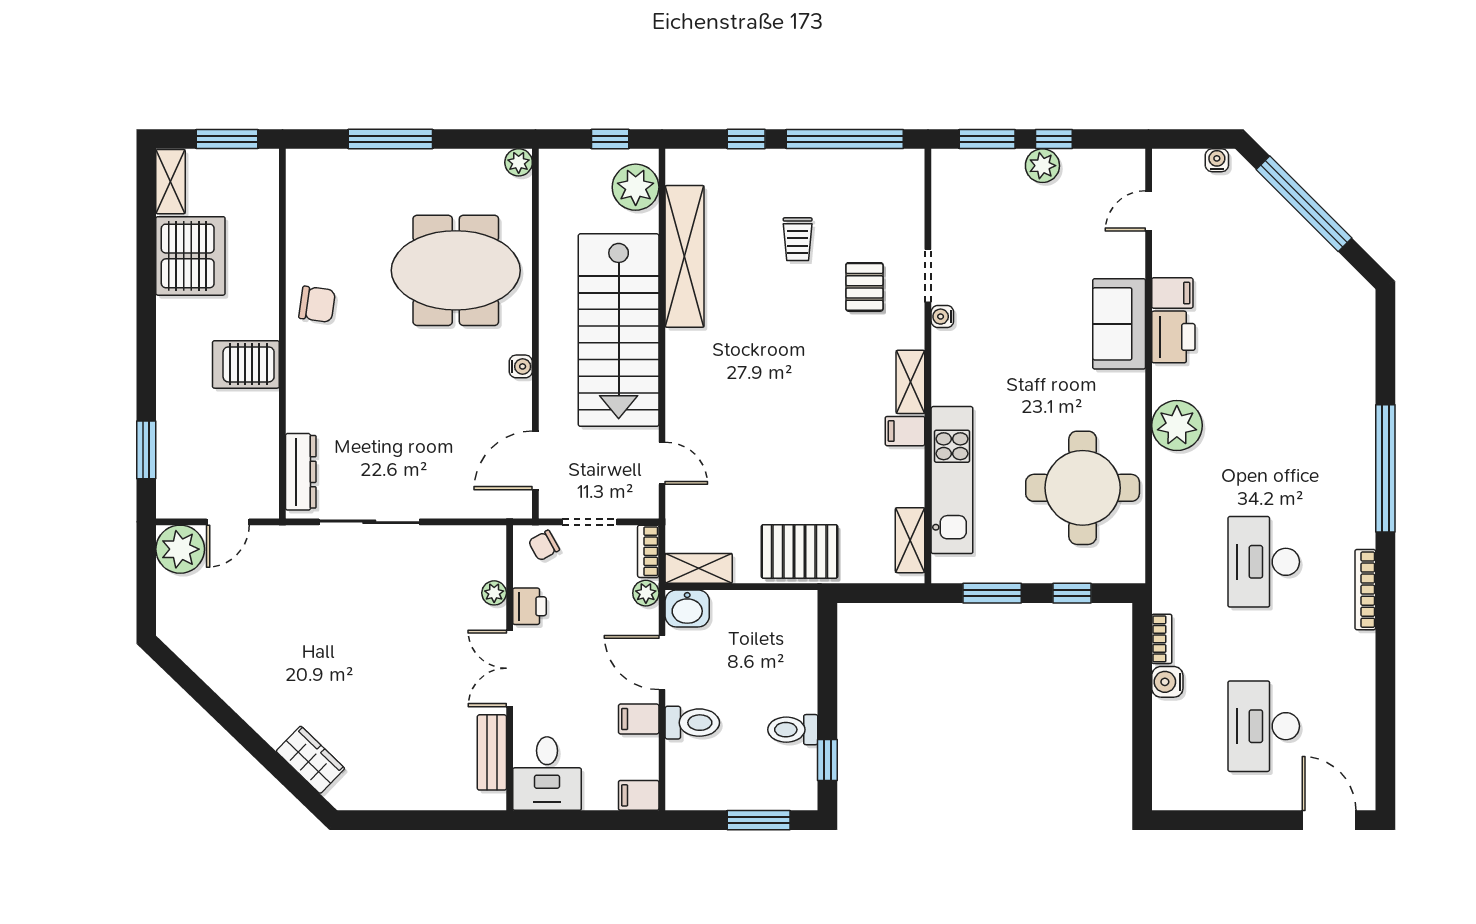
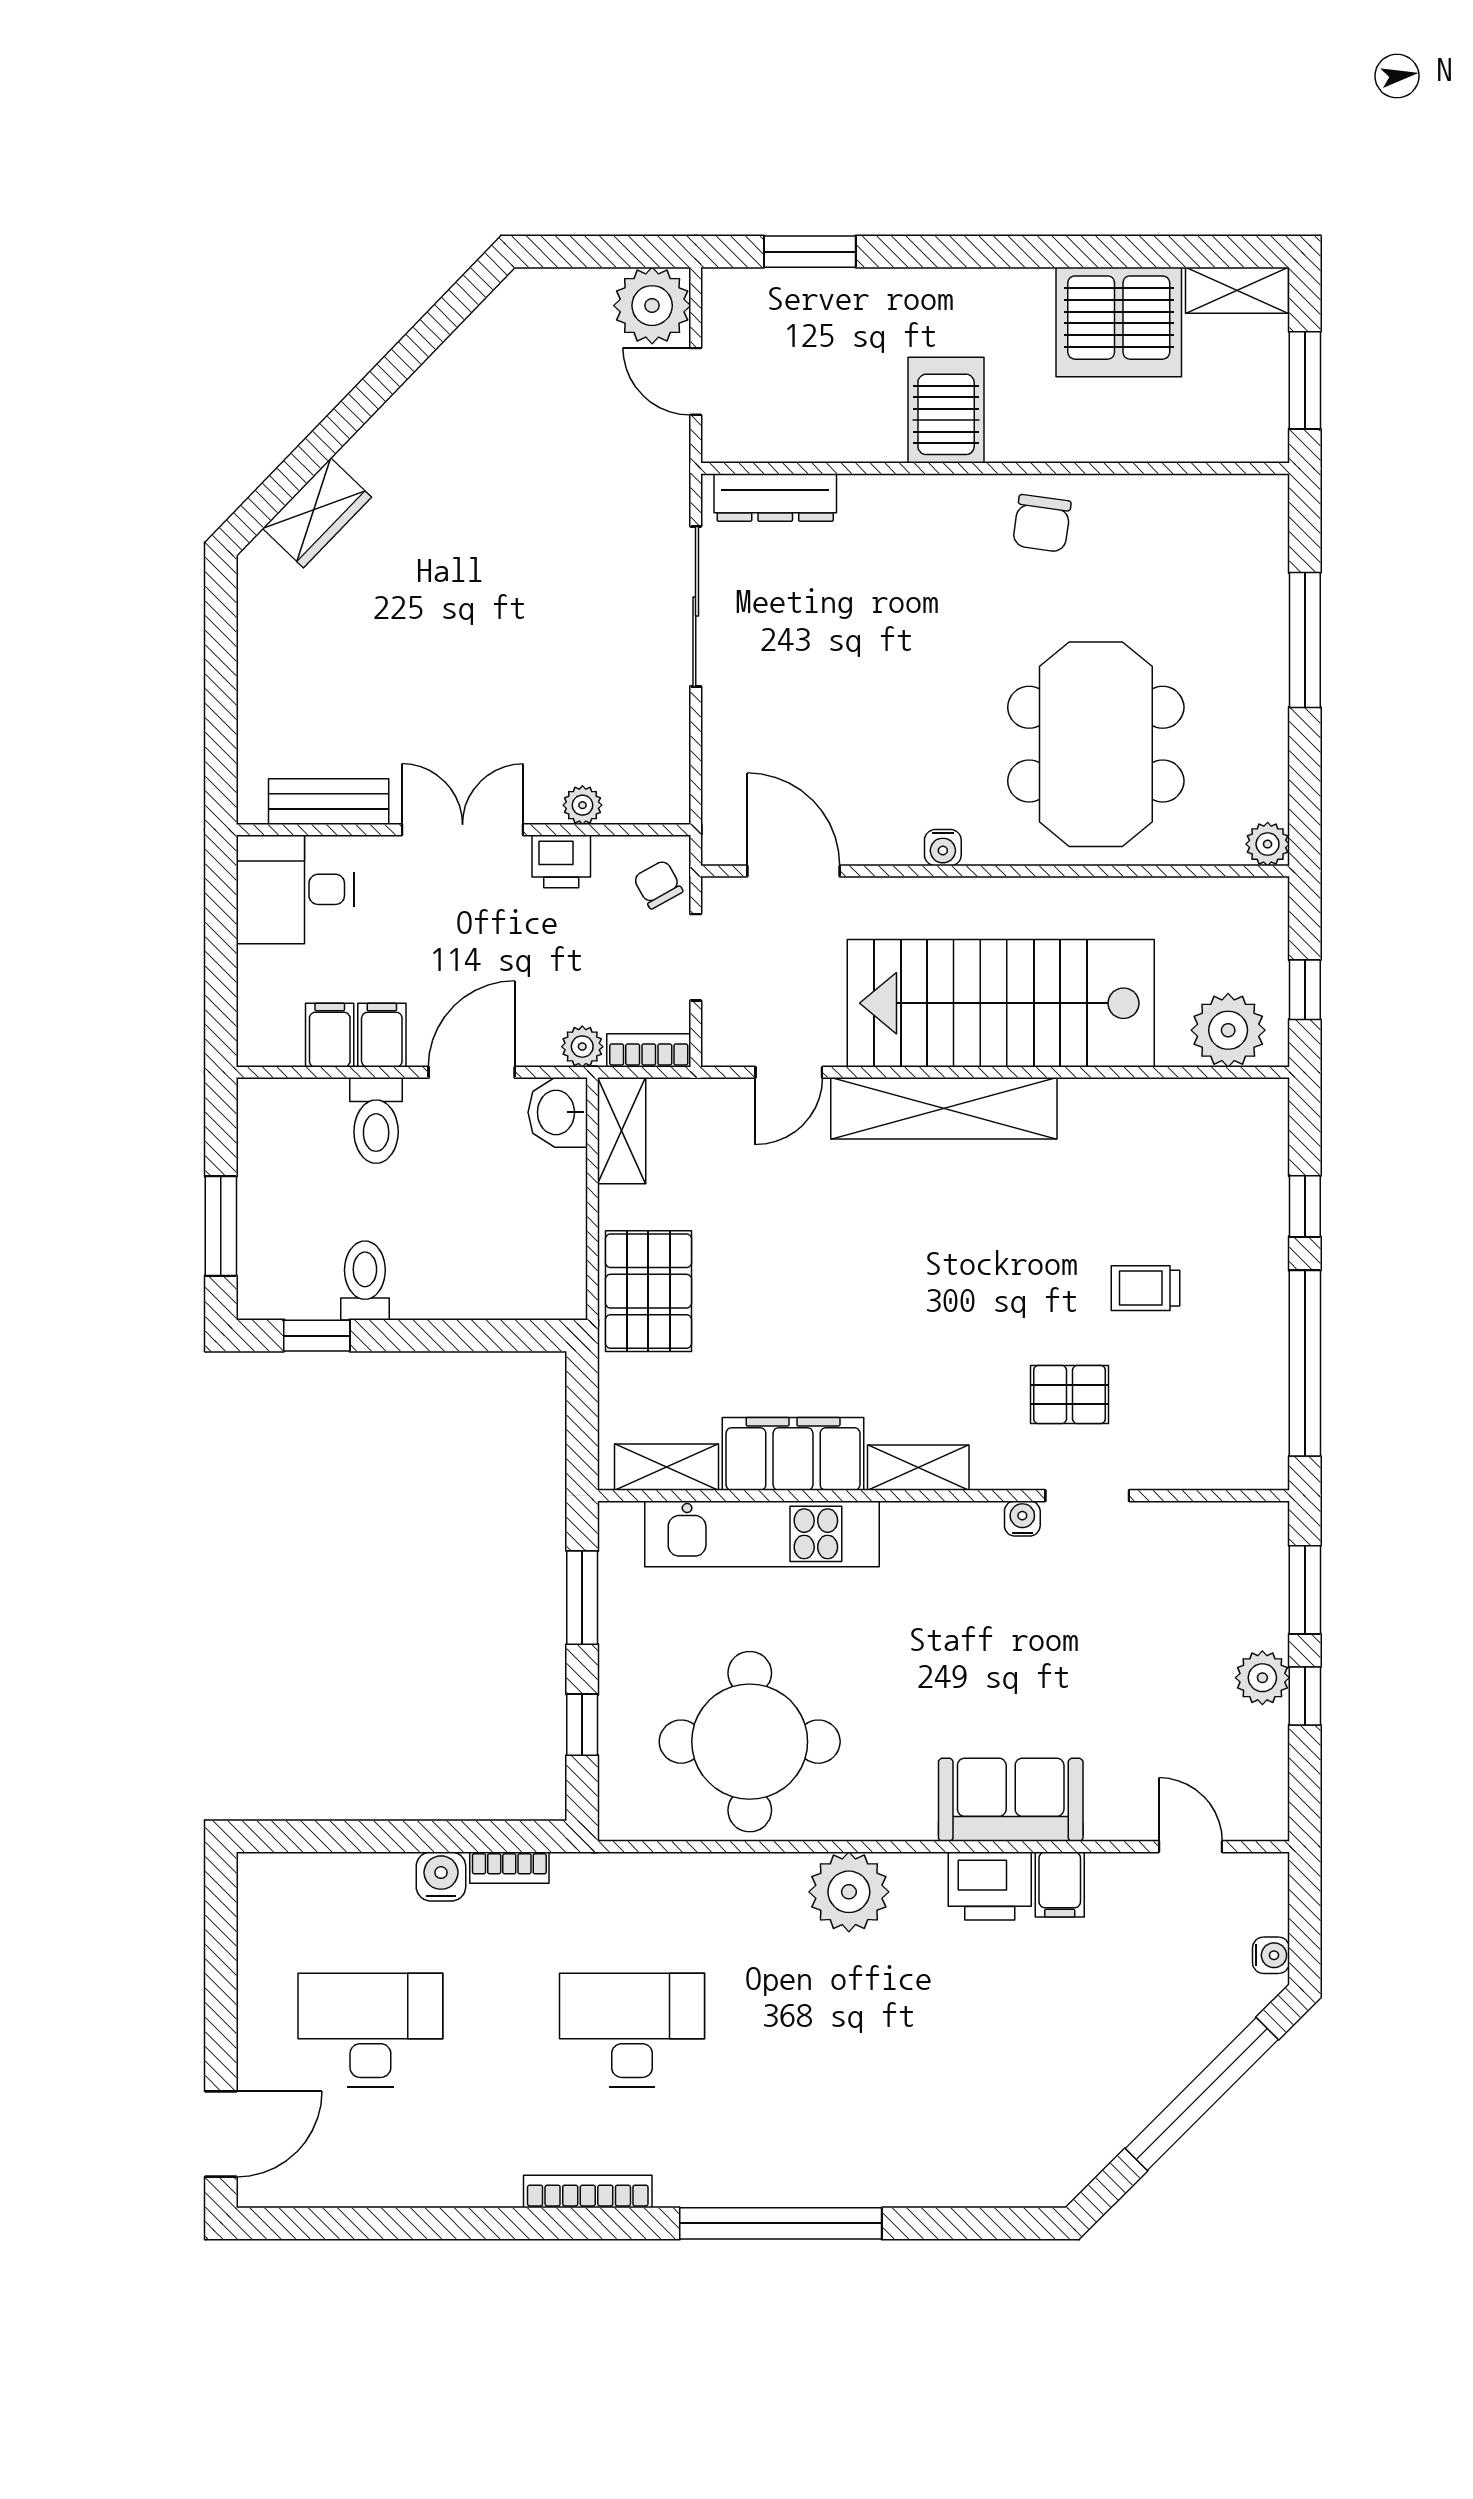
shelving: (685, 256) -> (944, 1108), moved
filing cabinet: (905, 431) -> (793, 1454), width x3.00, depth x1.17
filing cabinet: (639, 795) -> (330, 1035), moved

